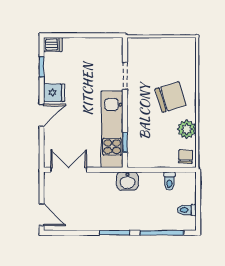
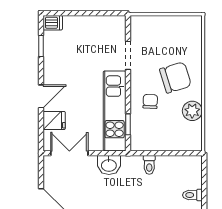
fridge: (54, 93) -> (54, 120), moved
chair: (186, 157) -> (150, 101), moved
washbasin: (127, 181) -> (109, 165), moved
toilet: (169, 181) -> (149, 165), moved

